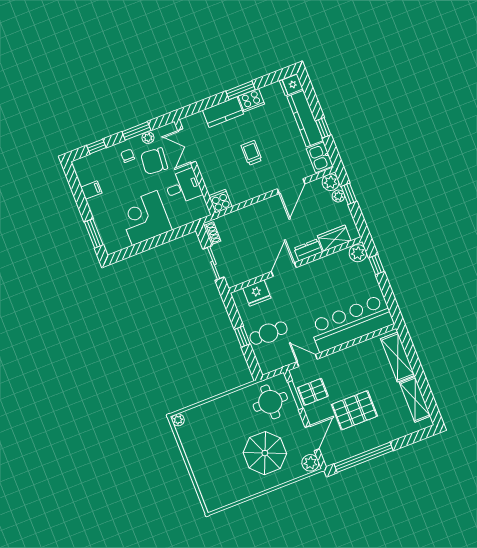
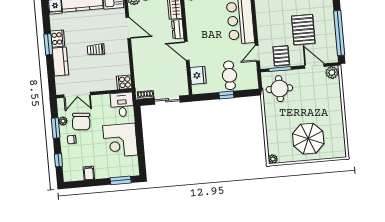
desk: (183, 187) -> (122, 105), moved
parasol: (265, 453) -> (308, 139), moved

